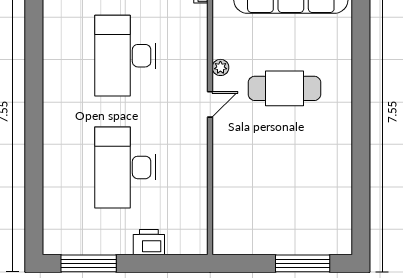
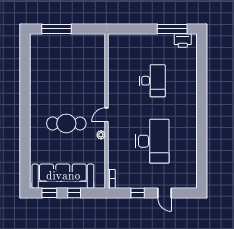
desk: (125, 167) -> (152, 81), width x0.73, depth x0.77
printer: (149, 242) -> (183, 40), moved

